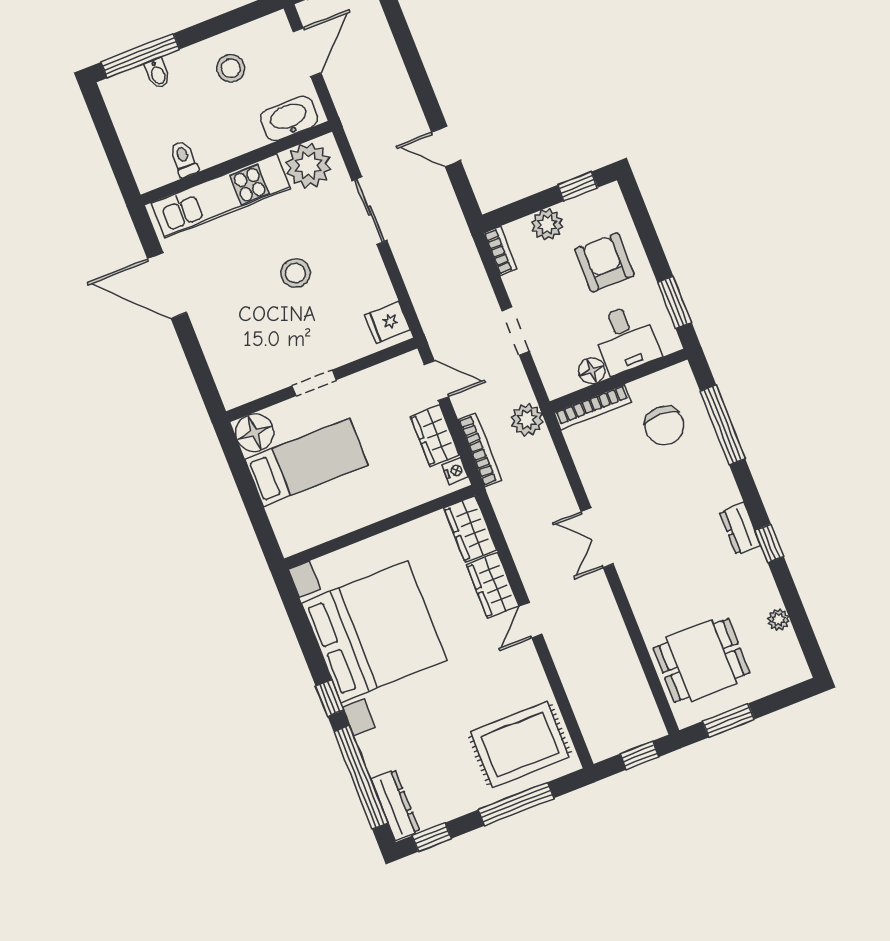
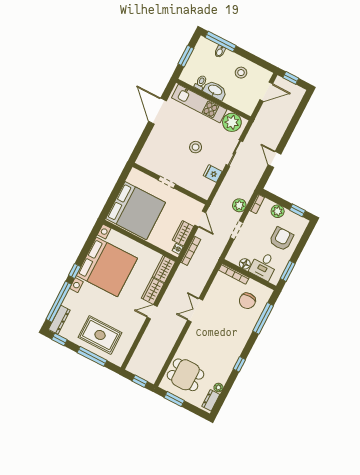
washbasin: (289, 118) -> (215, 90), moved
window: (111, 144) -> (186, 56), added
fridge: (387, 322) -> (213, 174), moved
plant: (527, 420) -> (239, 205), moved
floor lamp: (255, 433) -> (136, 177), removed
bed: (306, 462) -> (136, 211), width x2.04
dresser: (740, 528) -> (211, 400), moved
rug: (520, 744) -> (100, 335), moved

